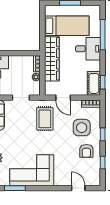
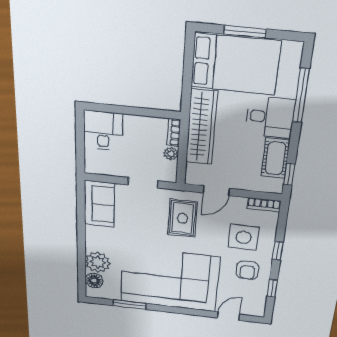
bed: (67, 26) -> (235, 64), width x1.50
cot: (94, 83) -> (275, 158), moved
door: (63, 98) -> (216, 191), hinge flipped
corner sofa: (32, 170) -> (170, 279), width x1.36, depth x1.36
door: (78, 188) -> (229, 316), hinge flipped

